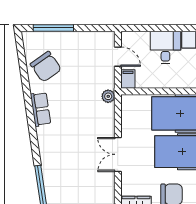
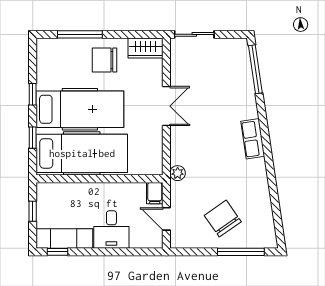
chair: (46, 67) -> (223, 219), moved
row of seats: (41, 109) -> (253, 139), moved

